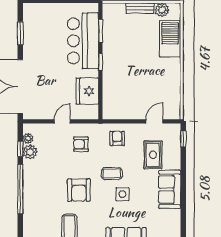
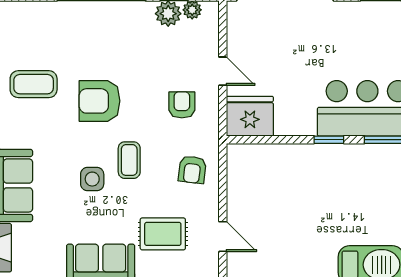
fridge: (87, 91) -> (250, 116), moved
armchair: (117, 138) -> (192, 170), turned 97

